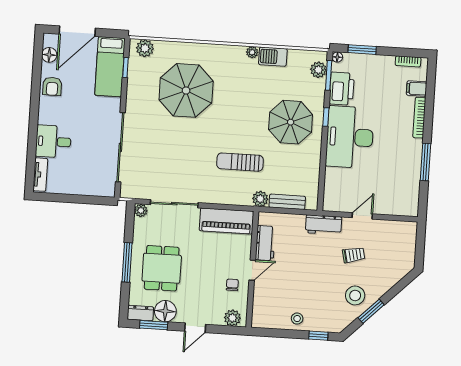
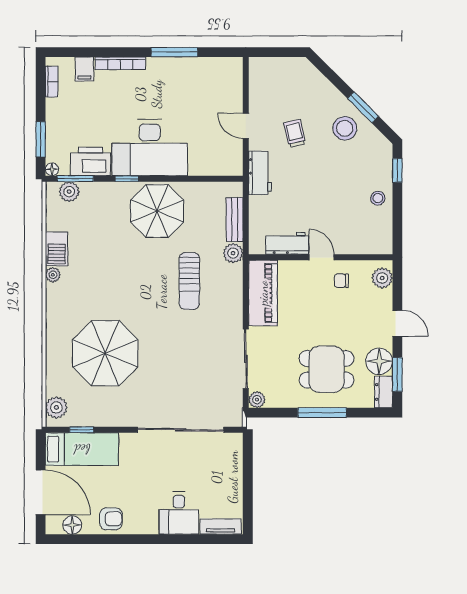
parasol: (291, 122) -> (157, 211), moved

